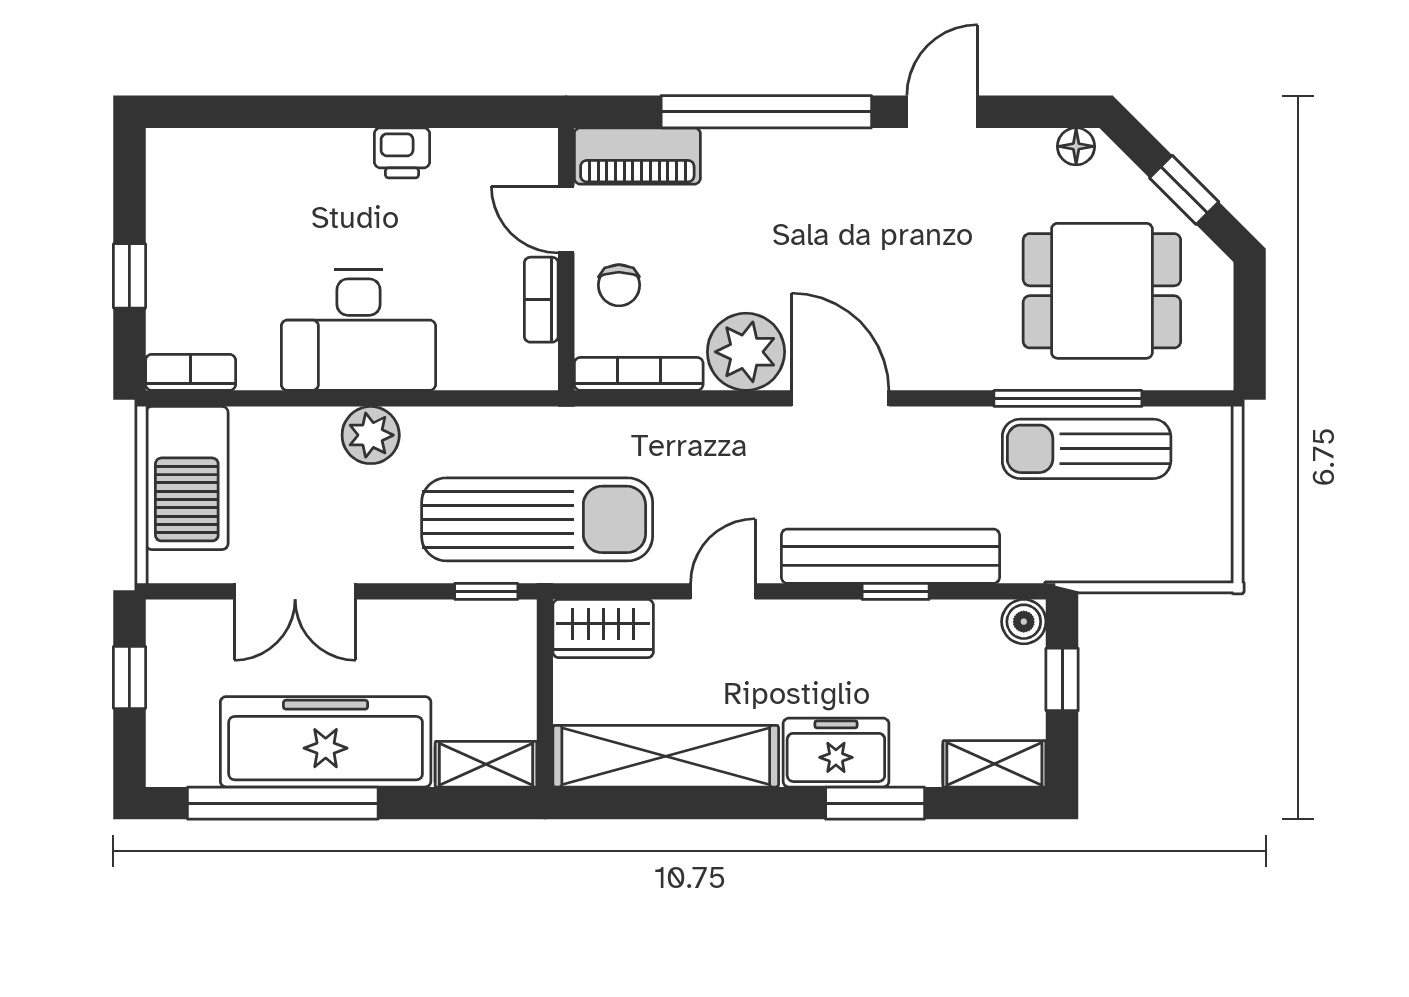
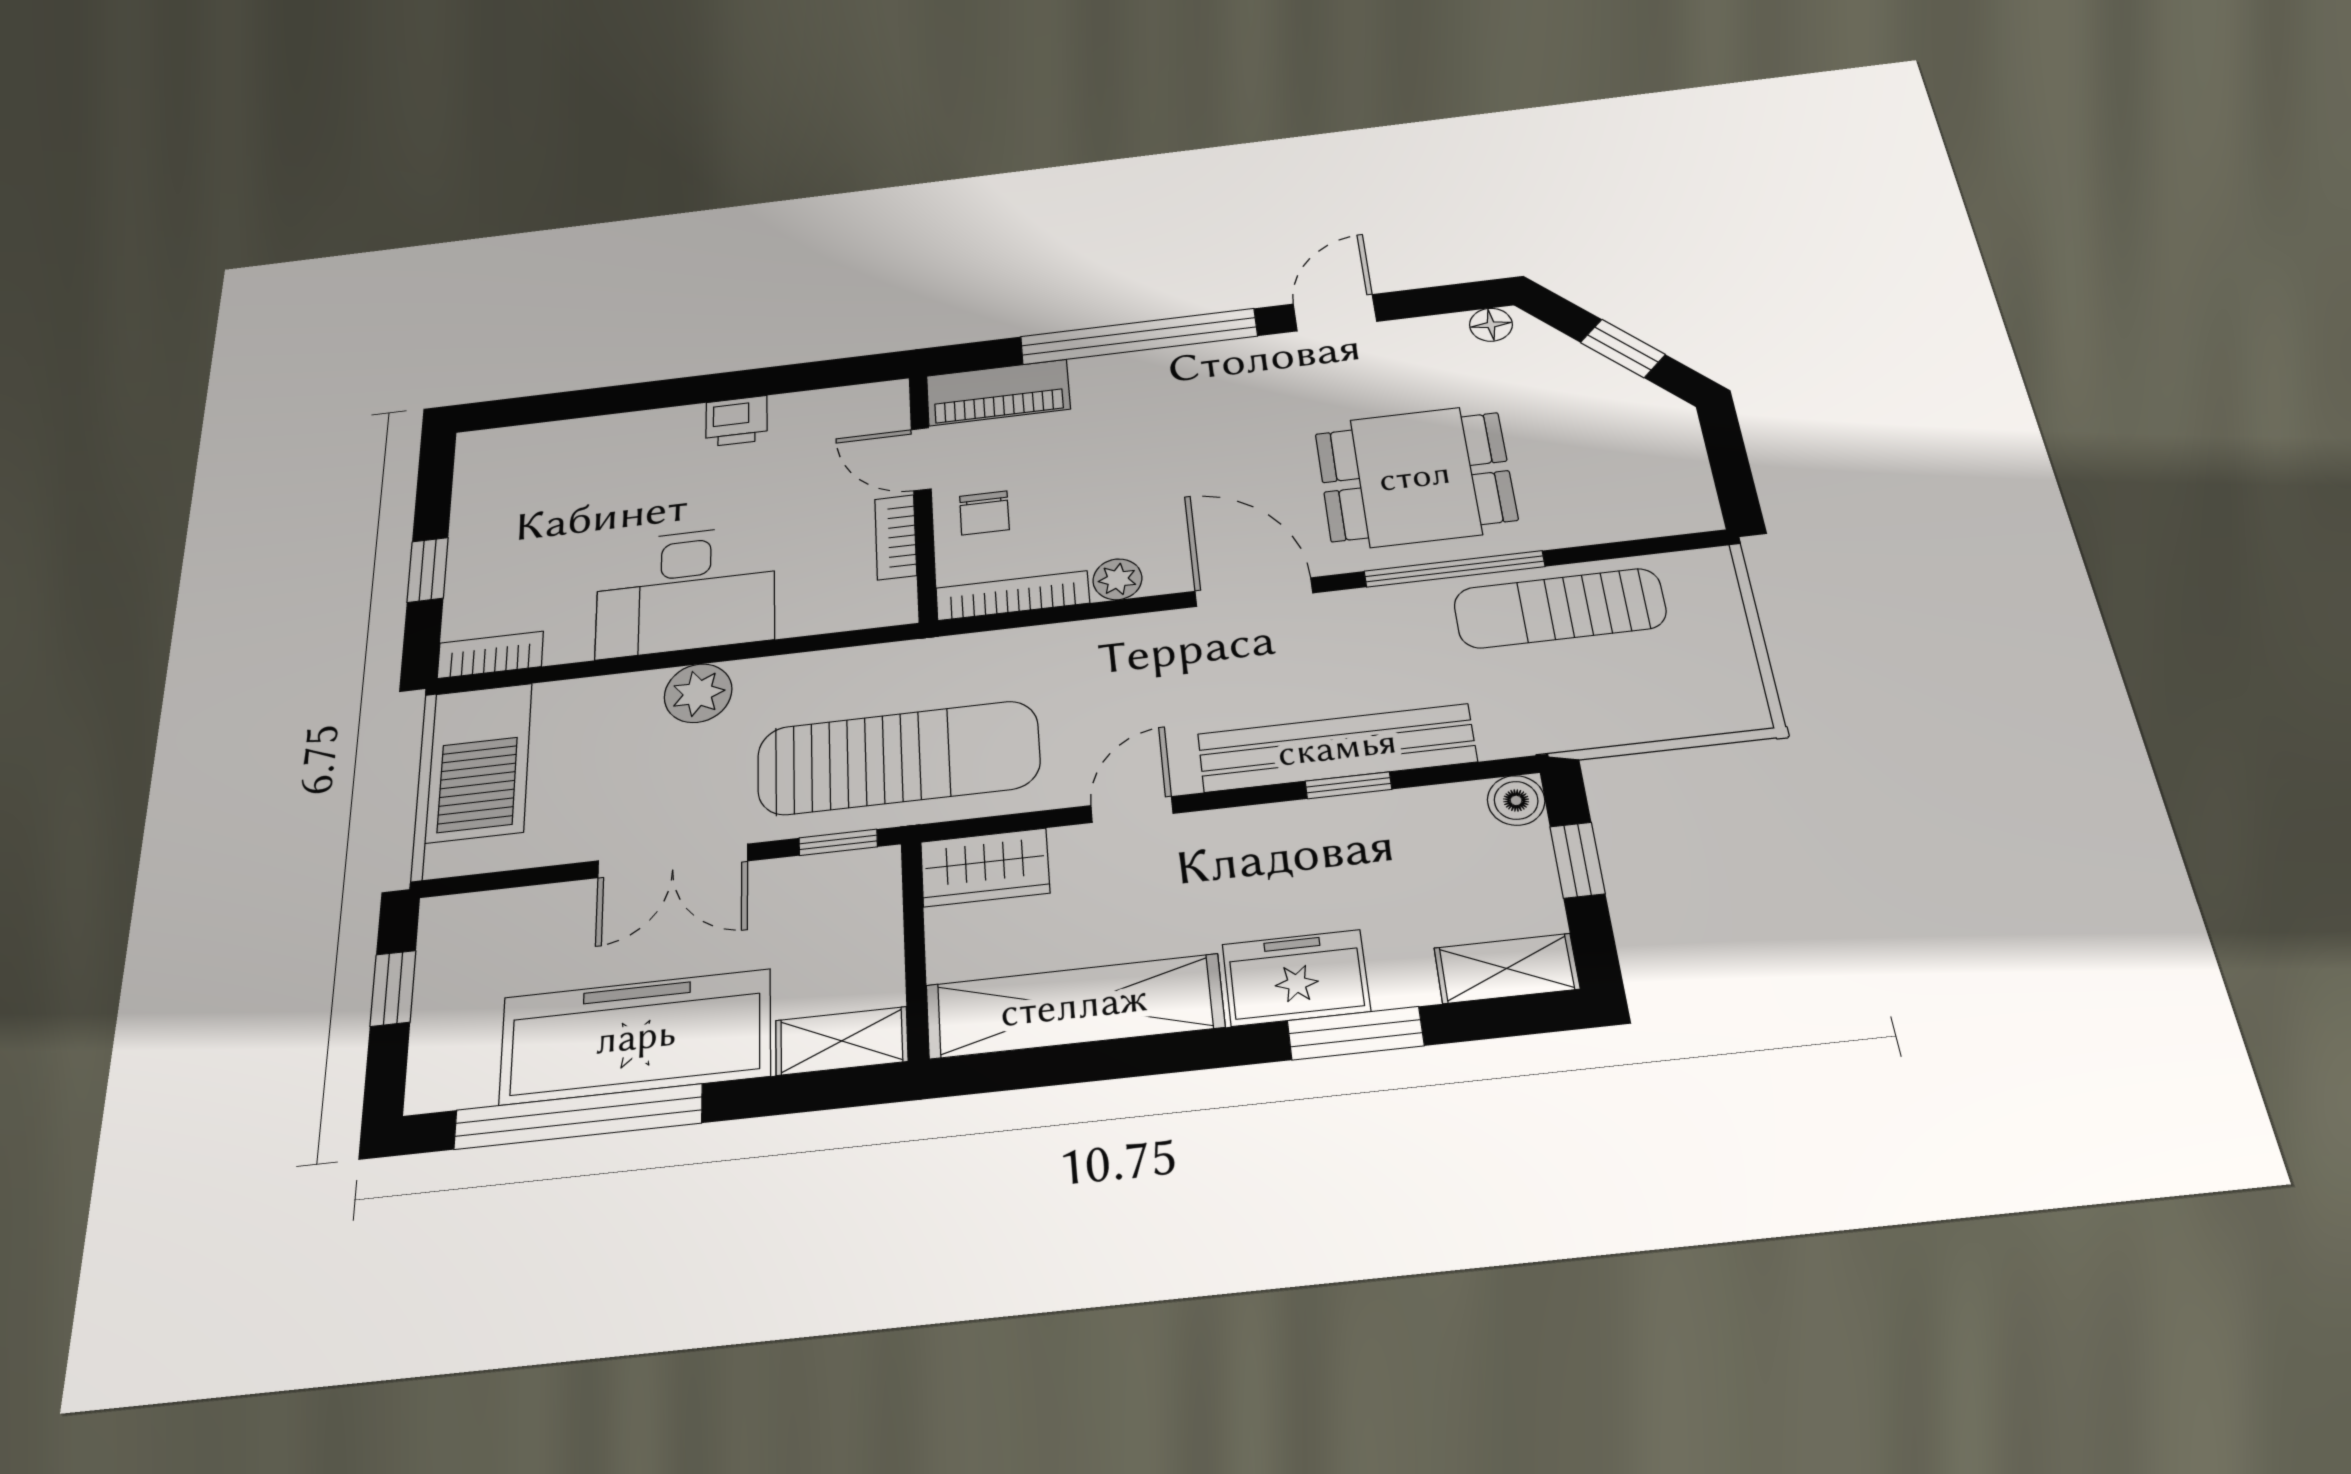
dining table: (1102, 291) -> (1415, 477), moved
plant: (746, 352) -> (1117, 579), width x0.53, depth x0.53
window: (1068, 398) -> (1454, 569), moved
double door: (295, 591) -> (673, 861), moved

